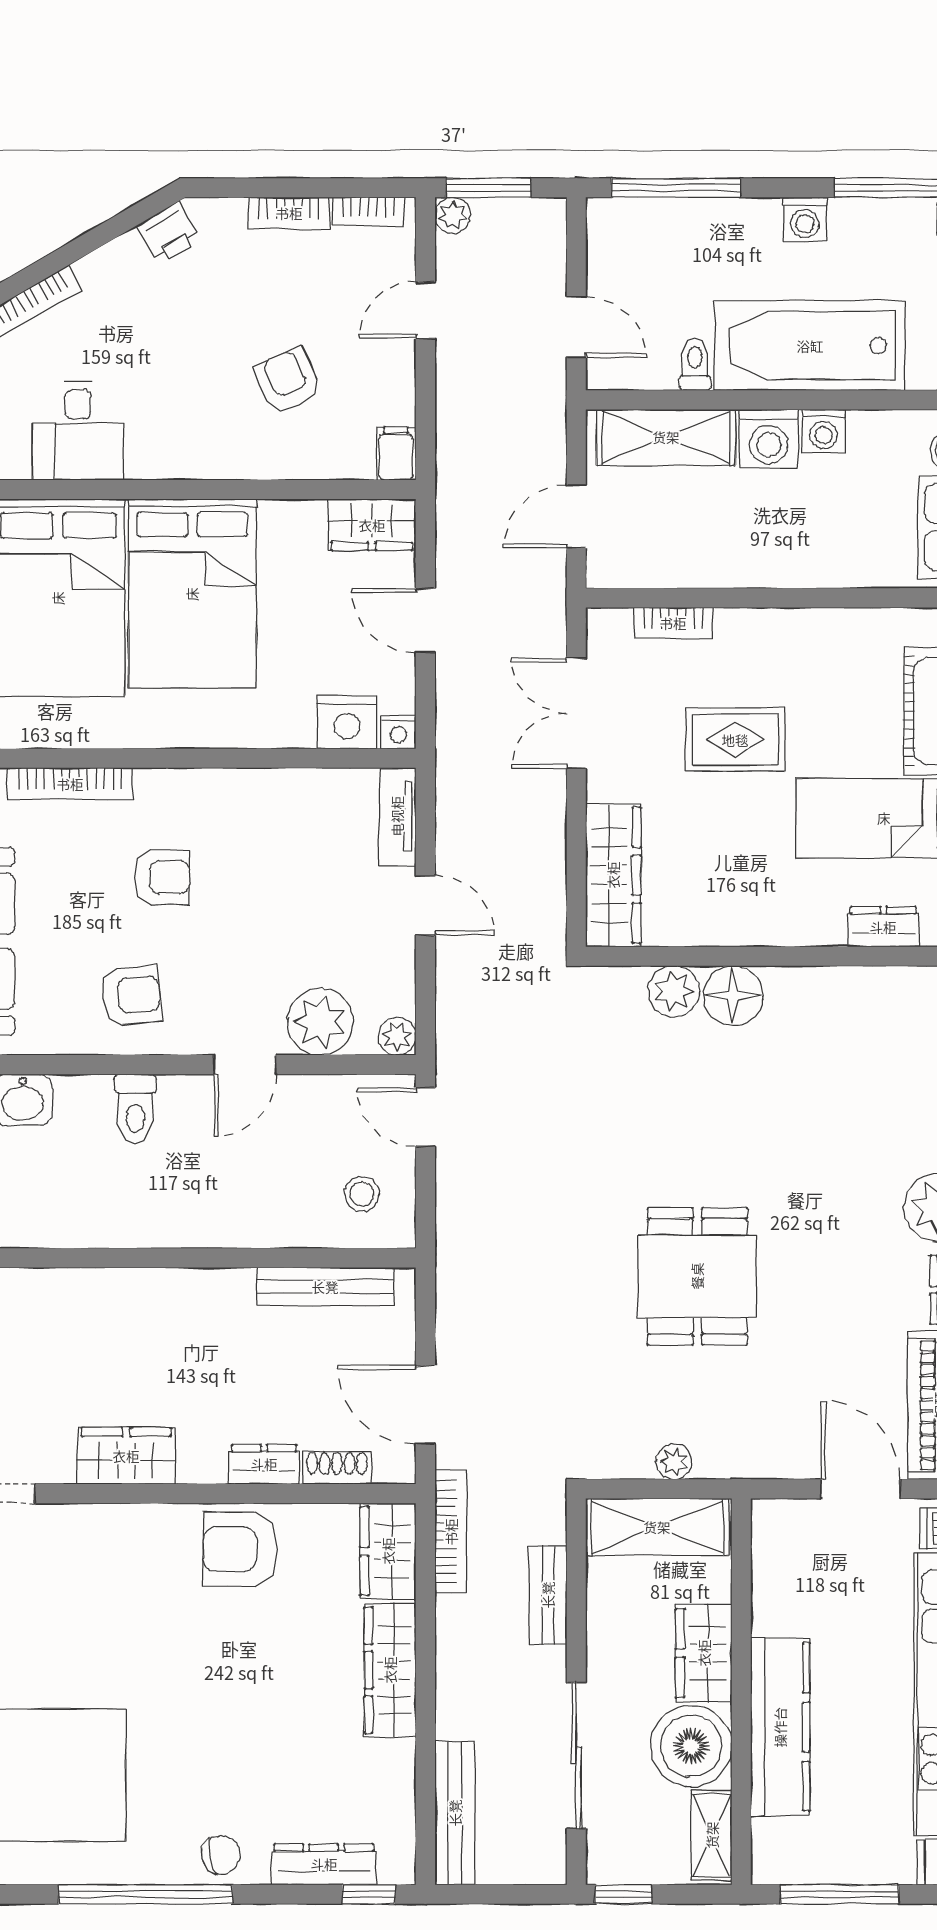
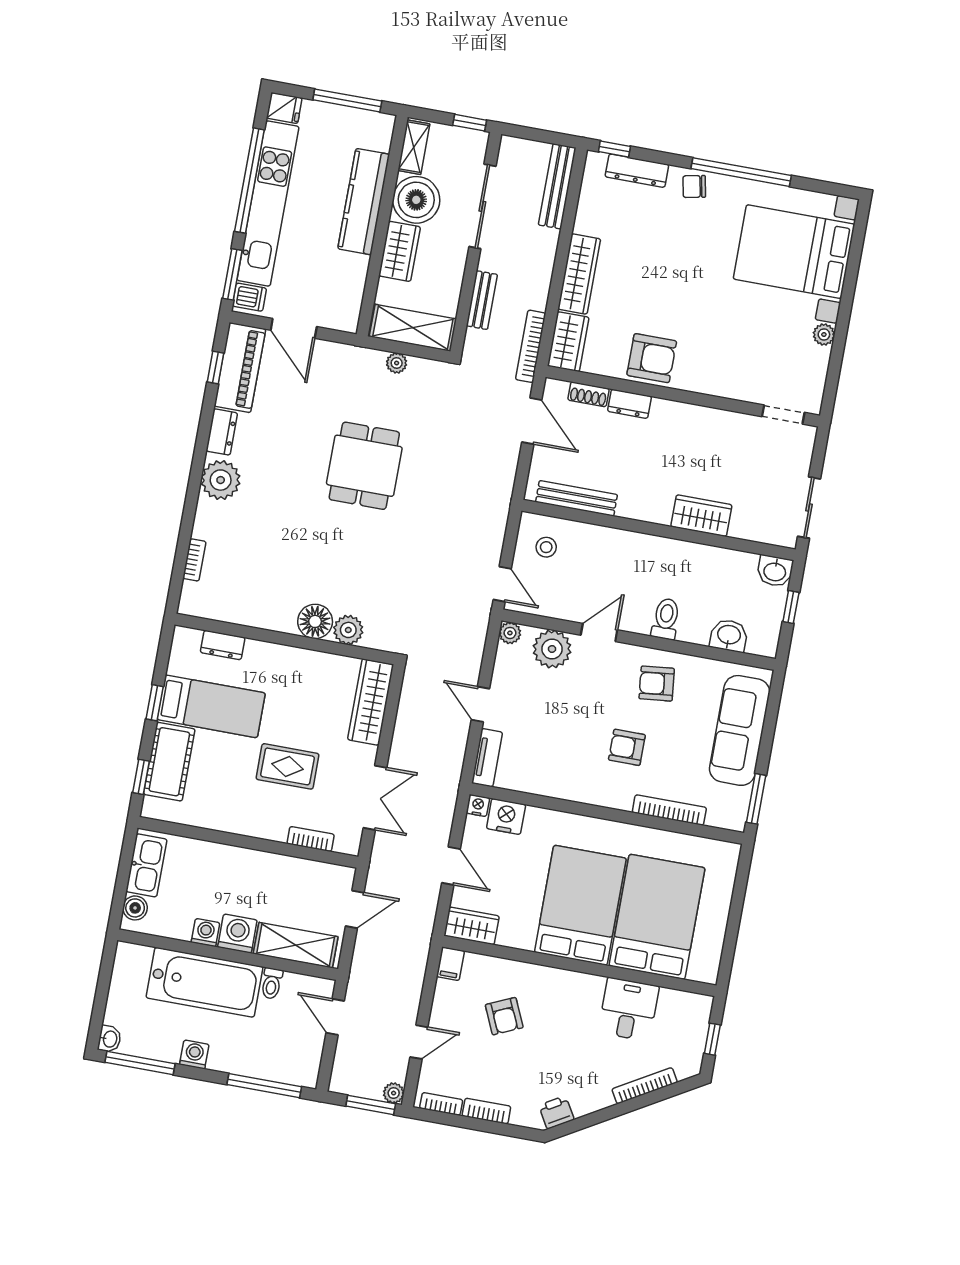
wardrobe: (126, 1456) -> (701, 516), moved, turned 180

